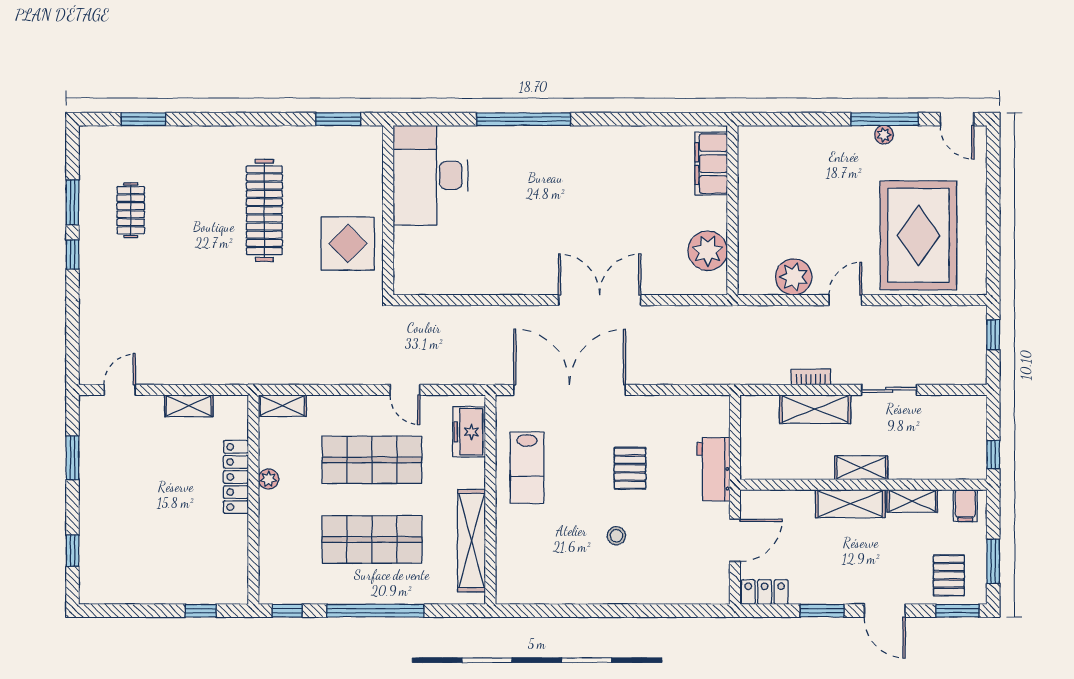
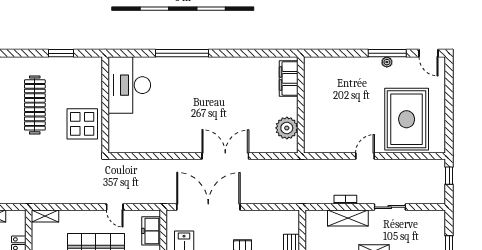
window: (338, 119) -> (61, 53), moved
plant: (794, 277) -> (336, 143), removed

